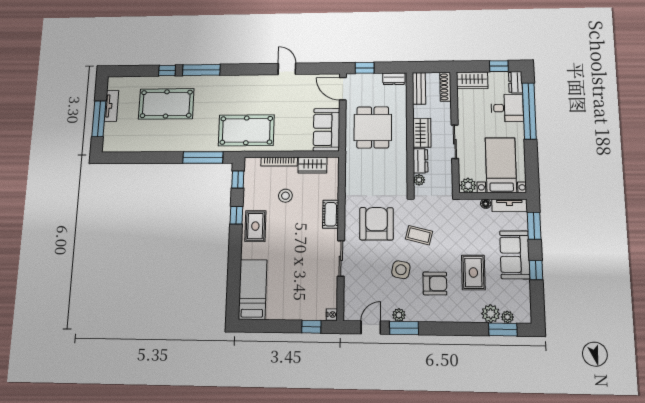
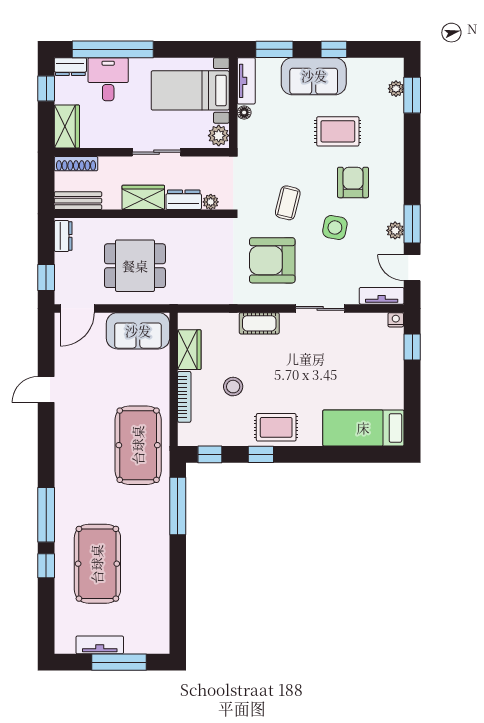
tv unit: (350, 304) -> (382, 296), added
plant: (491, 314) -> (392, 110), removed

